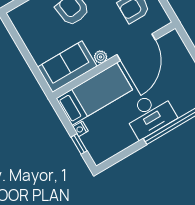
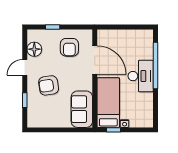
plant: (101, 57) -> (88, 85), removed
window: (79, 144) -> (114, 130), moved

